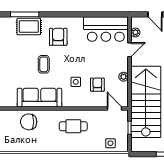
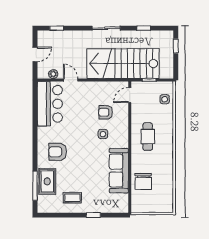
coffee table: (44, 64) -> (72, 198), moved
plant: (124, 77) -> (98, 86), removed

